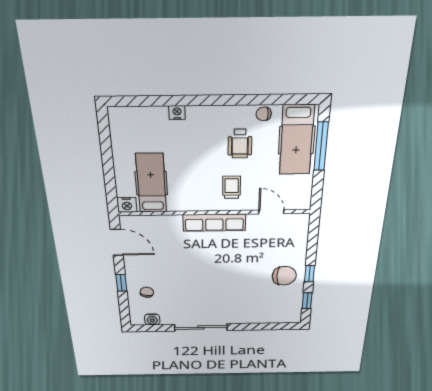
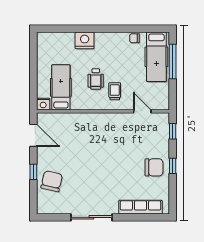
nightstand: (177, 113) -> (85, 40), width x1.89, depth x1.79
wheelchair: (240, 144) -> (96, 79), moved
row of seats: (214, 223) -> (140, 207), moved, turned 180
chair: (147, 292) -> (52, 181), width x1.87, depth x1.87
window: (307, 301) -> (173, 131), moved
water cooler: (152, 319) -> (54, 208), removed

